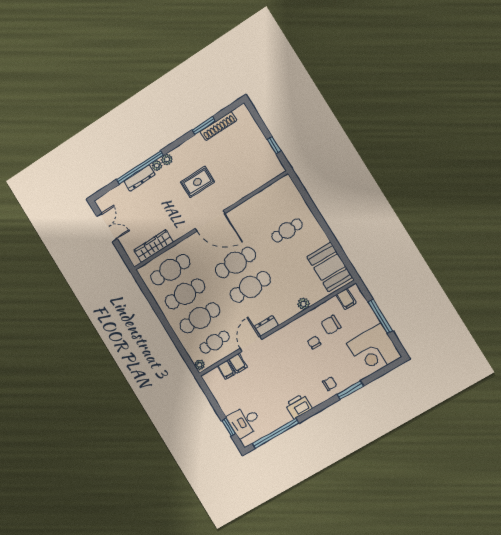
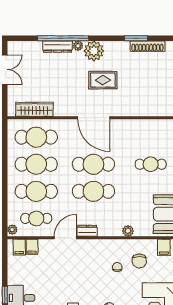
plant: (167, 160) -> (94, 51), width x1.88, depth x1.88
chair: (331, 325) -> (139, 261), turned -90
filing cabinet: (238, 363) -> (19, 247), moved

